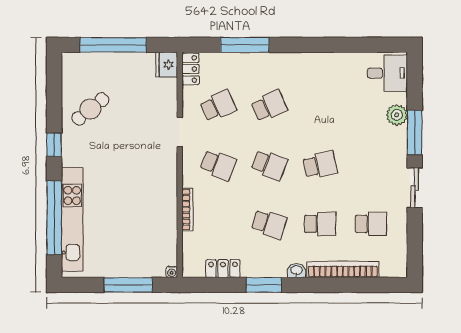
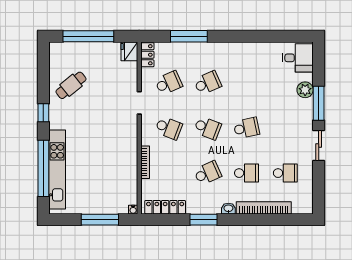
school desk: (269, 224) -> (208, 173), turned -42
locker: (223, 269) -> (165, 207), width x1.53

